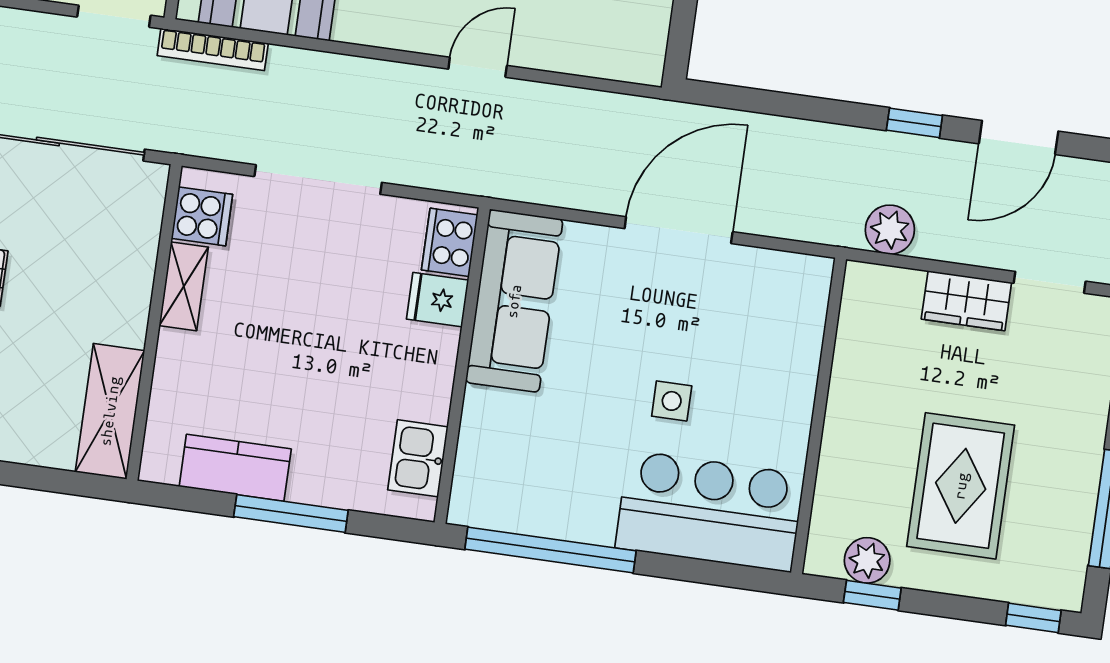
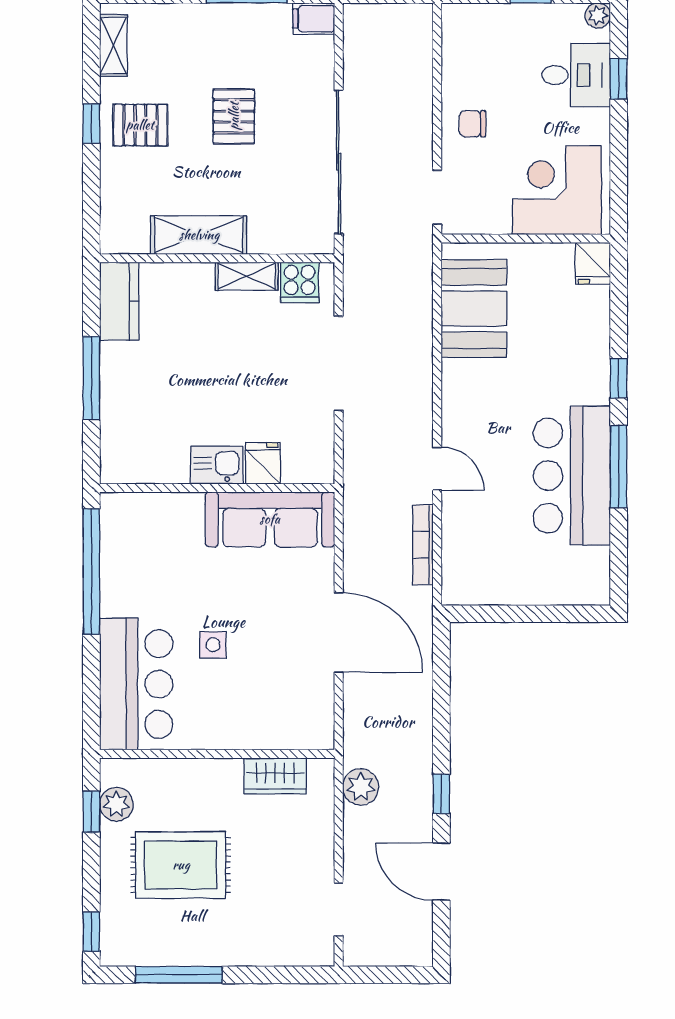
bookcase: (213, 49) -> (423, 545), moved
cooker: (450, 242) -> (306, 466), removed
wardrobe: (966, 301) -> (275, 776), moved, turned -90
shelving: (110, 411) -> (199, 235), moved
kitchen sink: (418, 458) -> (217, 465), moved
kitchen counter: (235, 468) -> (119, 301), moved

